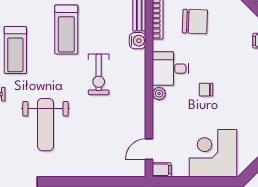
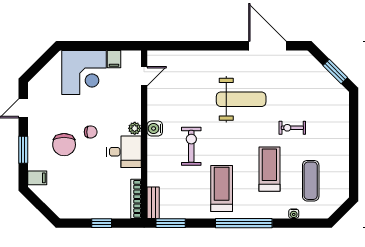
chair: (195, 21) -> (64, 145), moved, turned -92
water cooler: (138, 41) -> (155, 128), moved
weight bench: (45, 125) -> (241, 99), turned 90
filing cabinet: (162, 170) -> (114, 59), moved, turned -90

